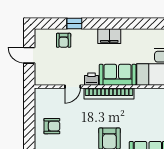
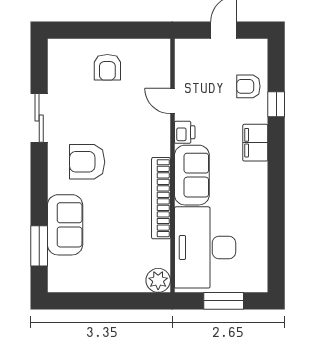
filing cabinet: (109, 36) -> (255, 143), moved
bookcase: (109, 93) -> (161, 198), moved

